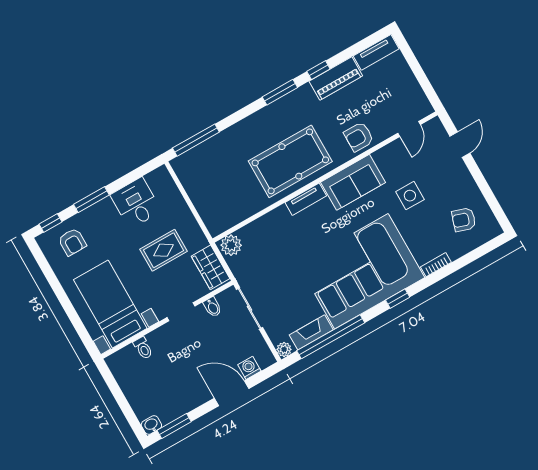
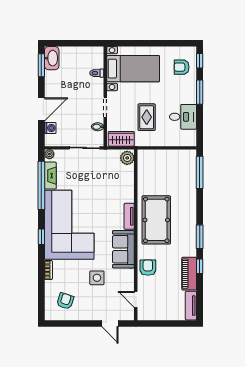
washbasin: (151, 425) -> (52, 58), width x1.91, depth x1.45

